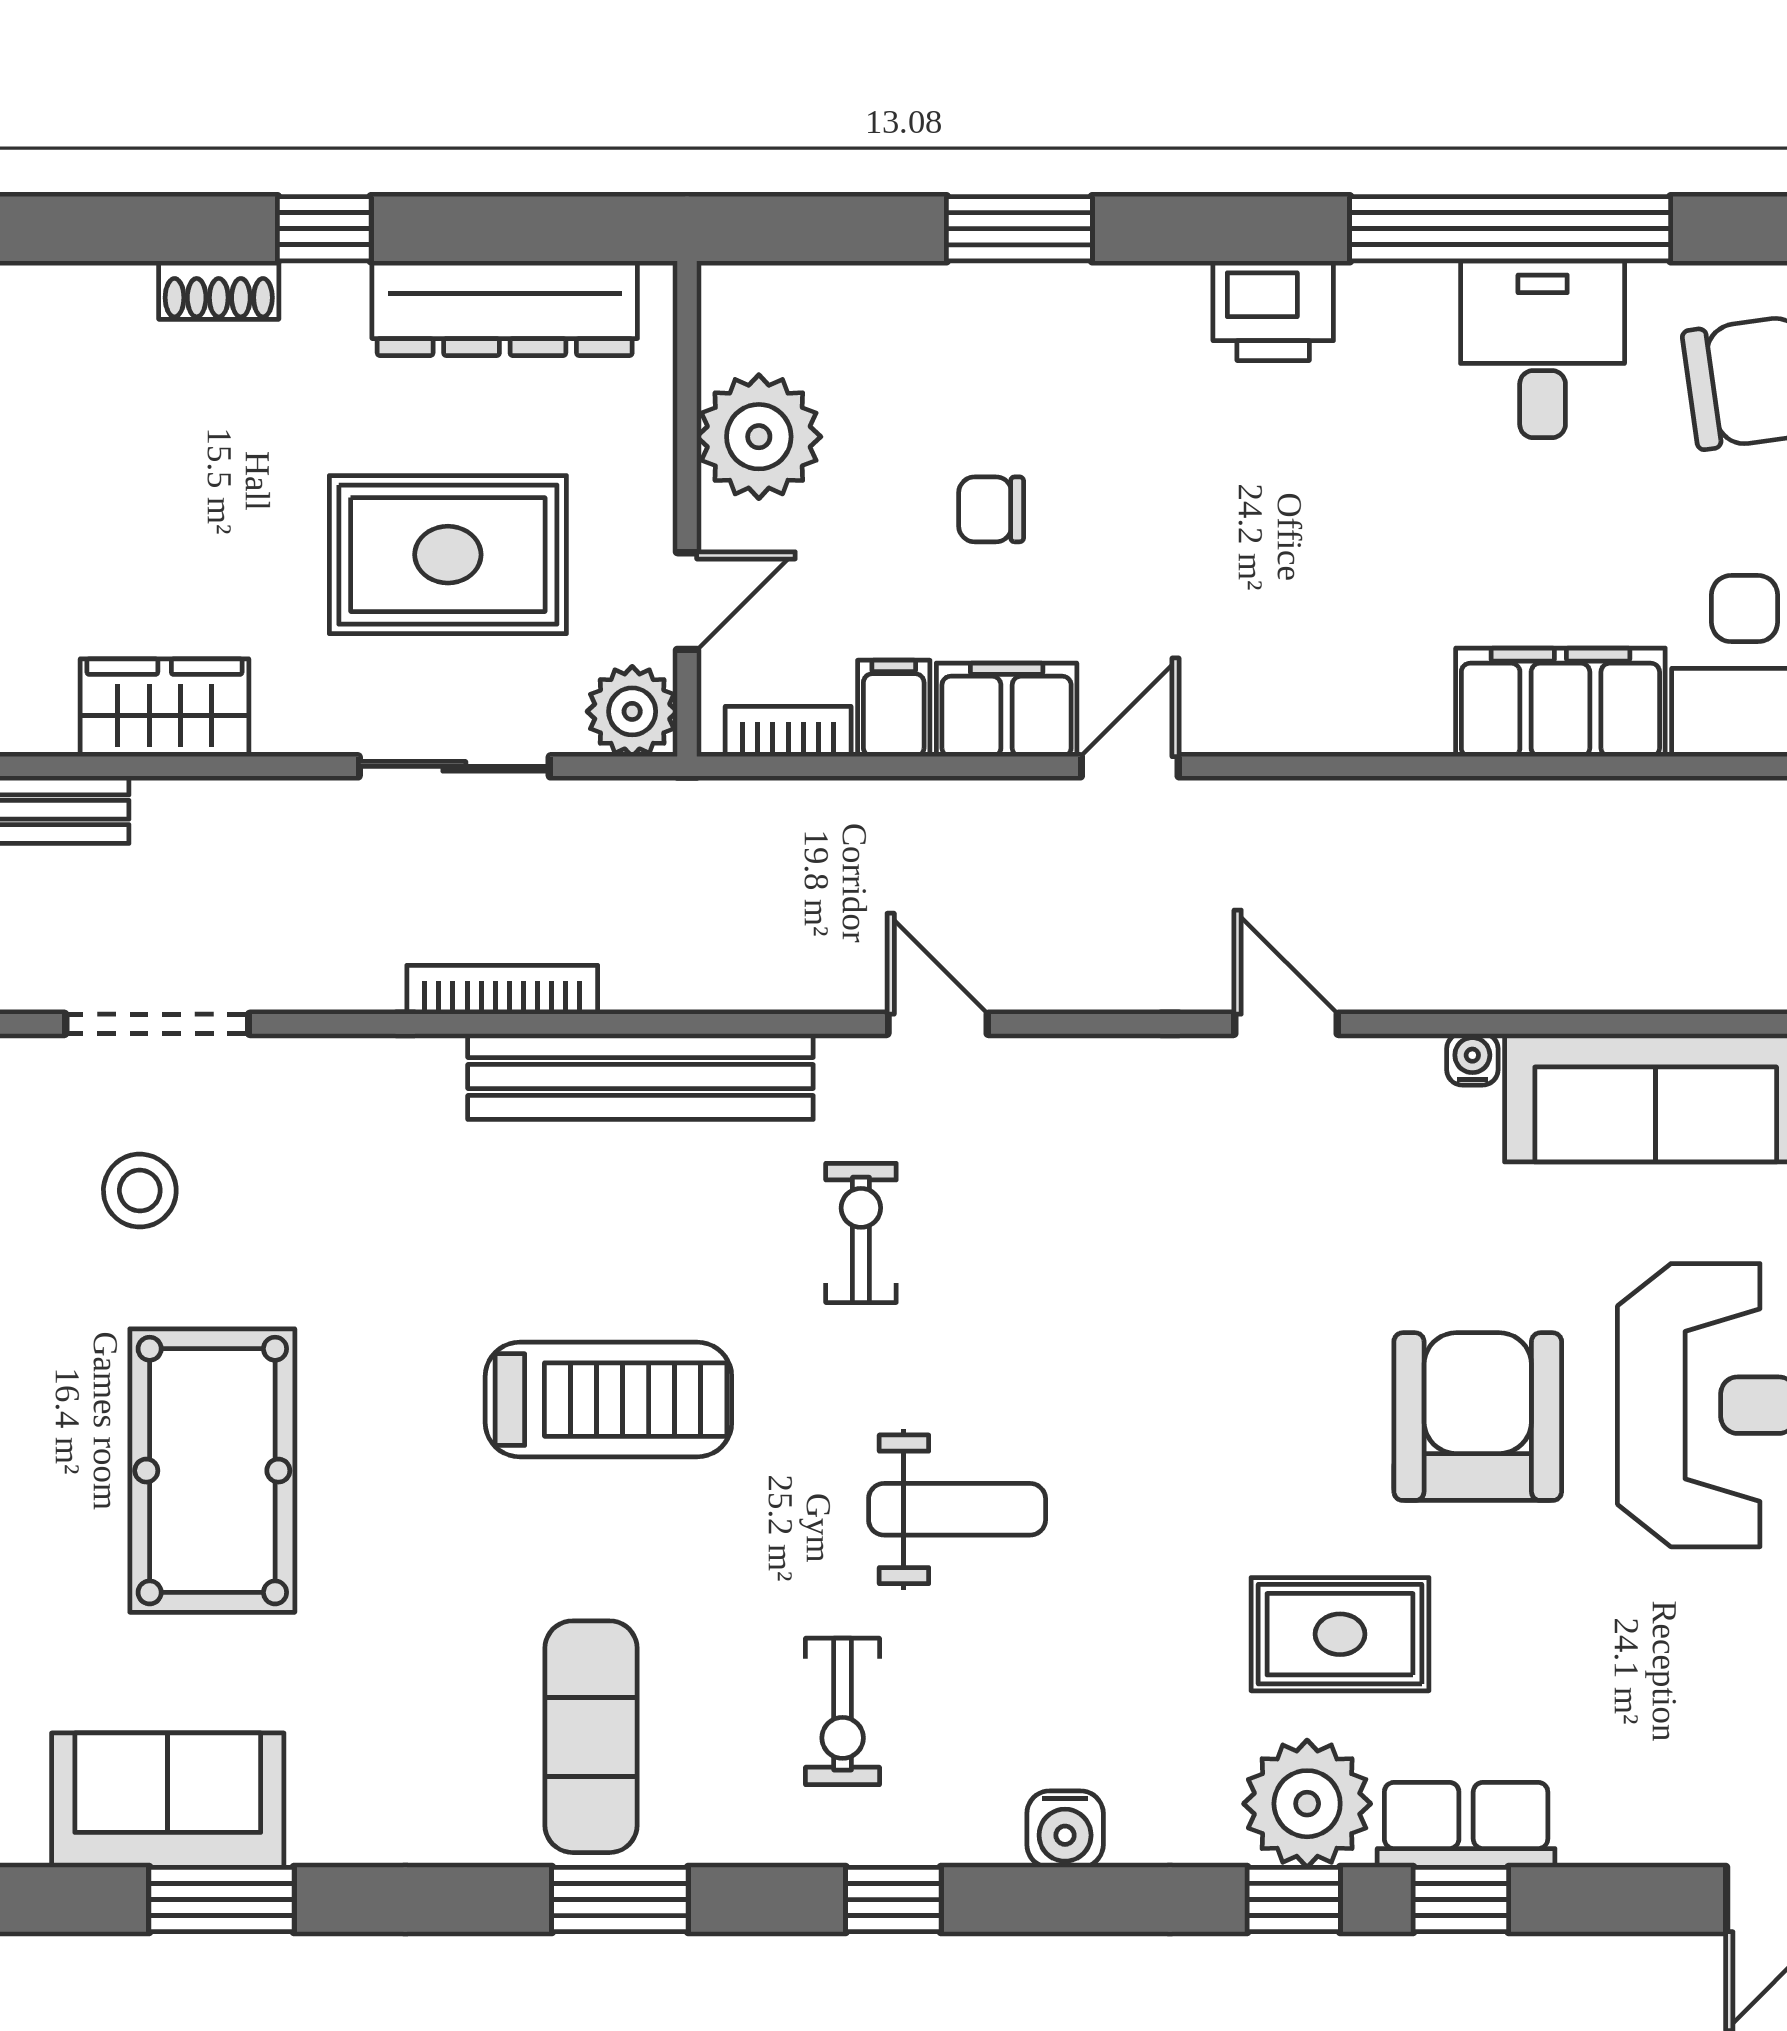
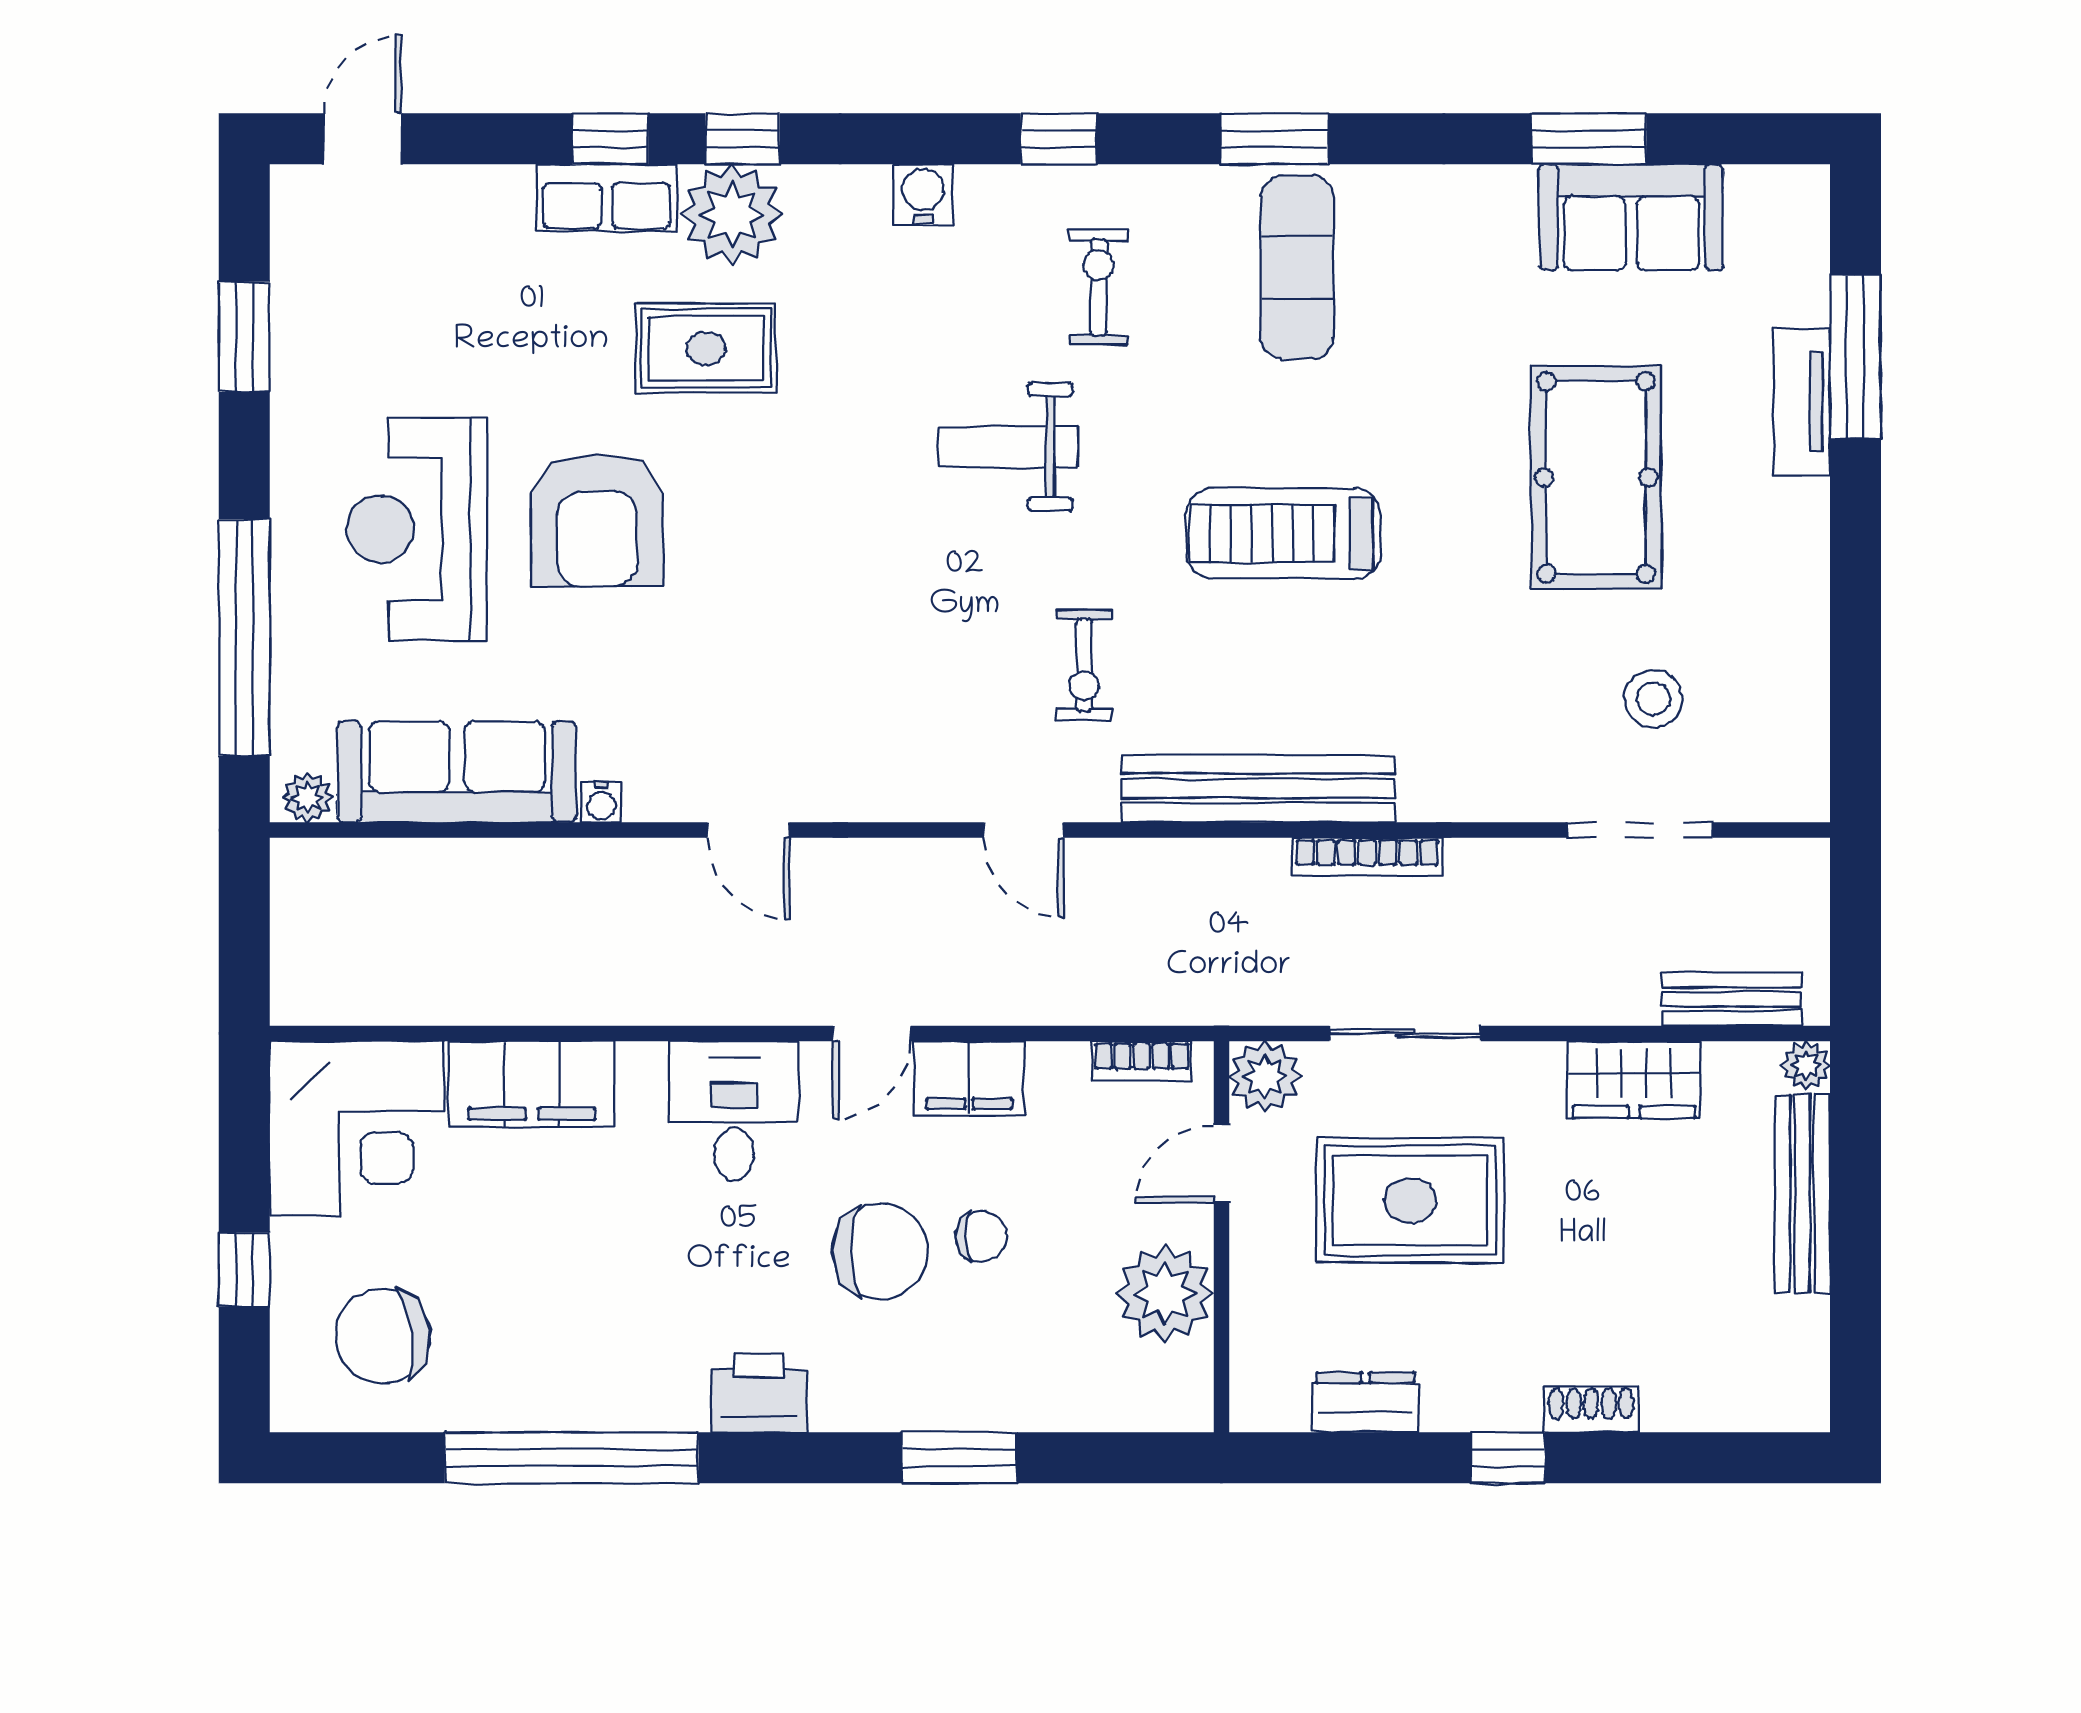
dresser: (505, 308) -> (1365, 1402), width x0.51, depth x0.80
desk: (1543, 349) -> (734, 1111), moved, turned 180
chair: (1120, 491) -> (880, 1251), added
filing cabinet: (894, 708) -> (1058, 1079), removed

